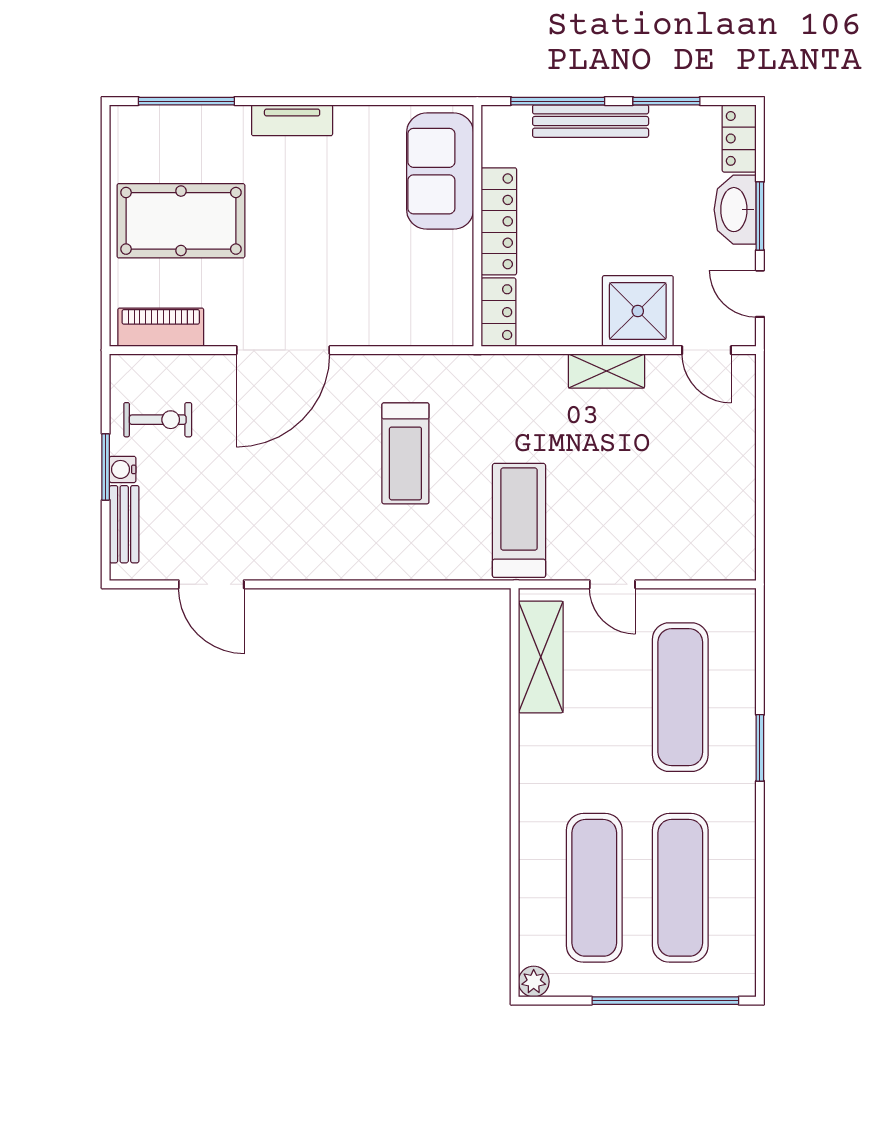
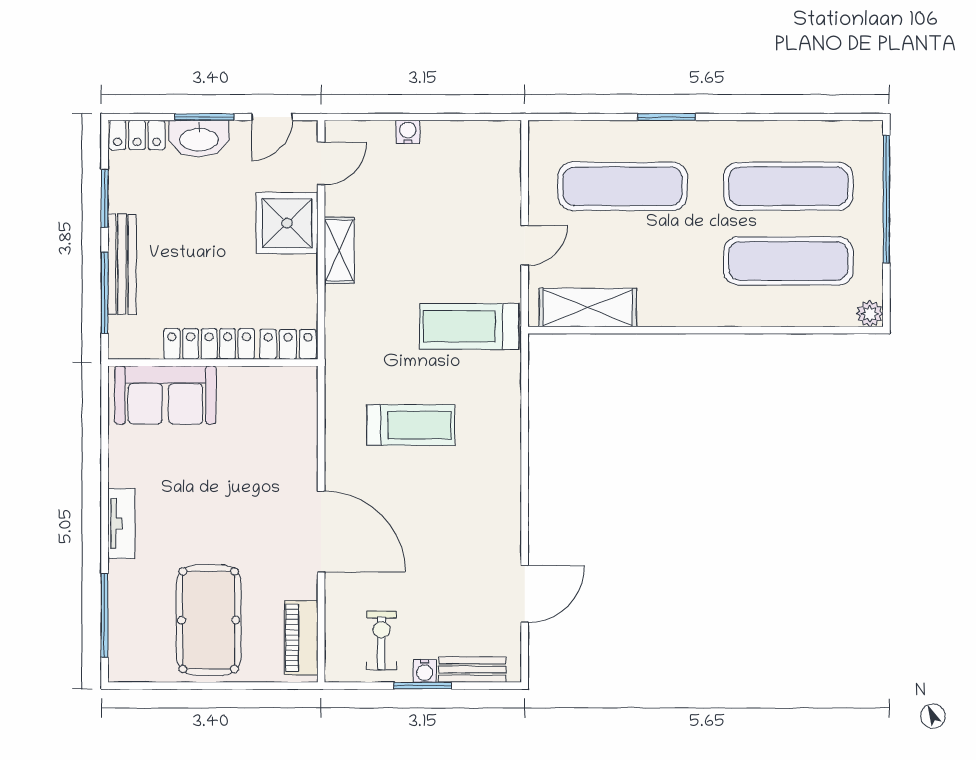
water cooler: (743, 450) -> (408, 132), added

